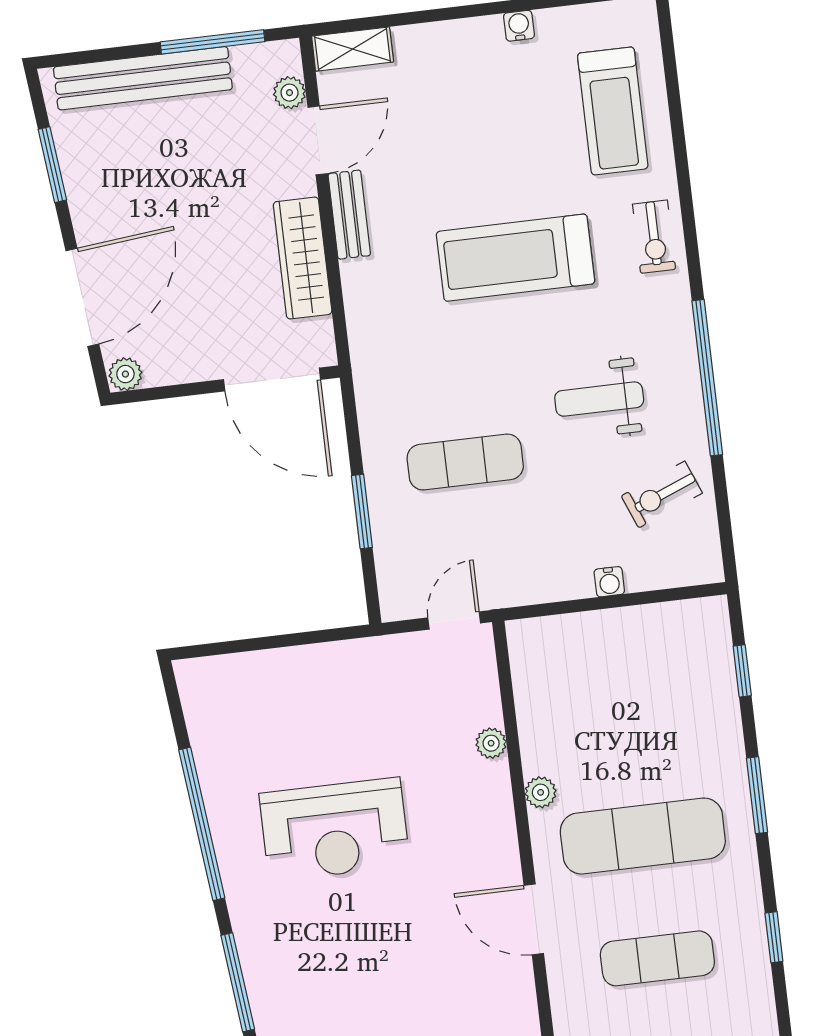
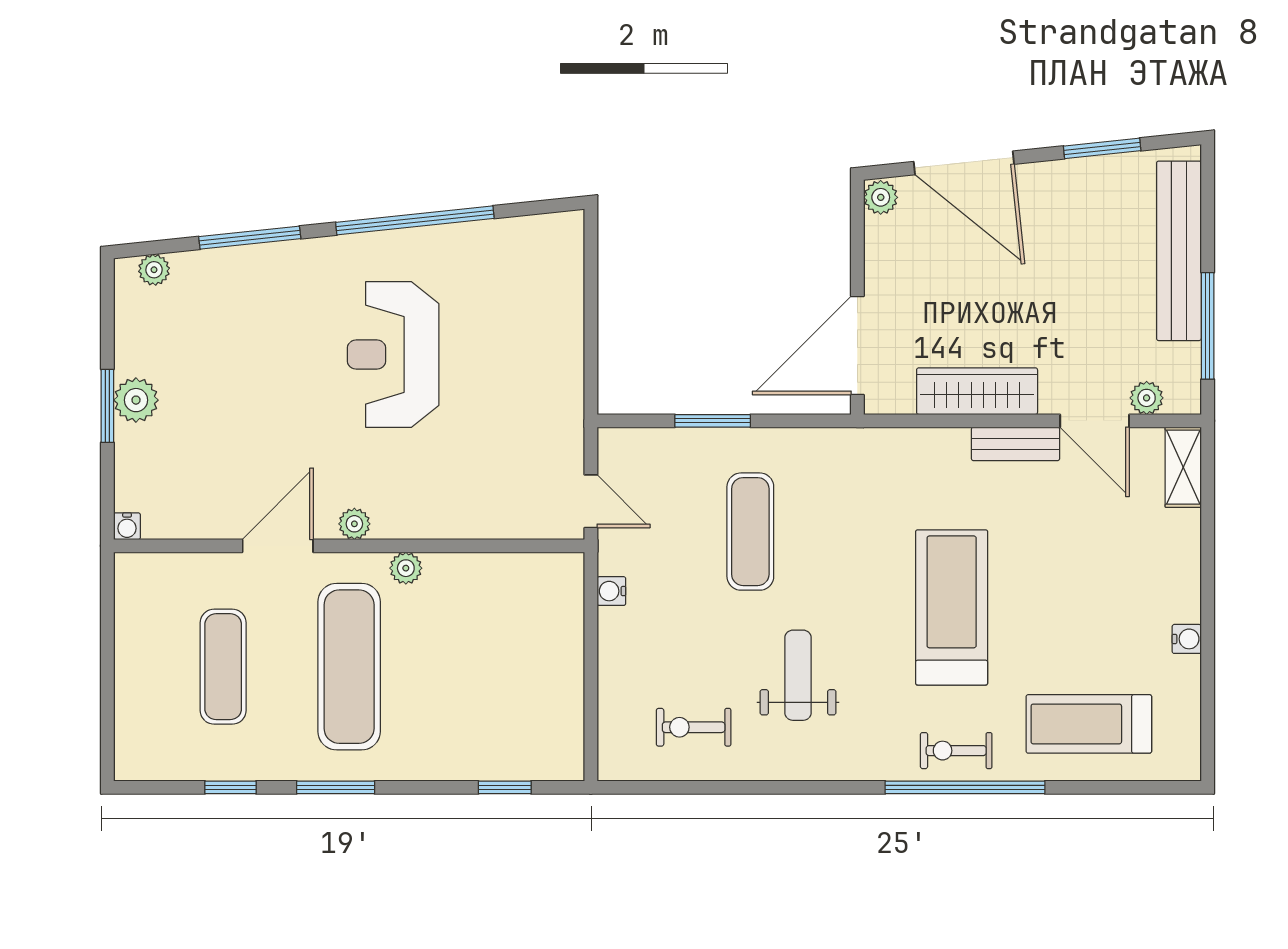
window: (707, 378) -> (965, 787), moved
exercise bike: (662, 494) -> (694, 727), turned -68
water cooler: (609, 582) -> (611, 591), moved
plant: (491, 743) -> (354, 524), moved
window: (757, 795) -> (336, 787), moved

